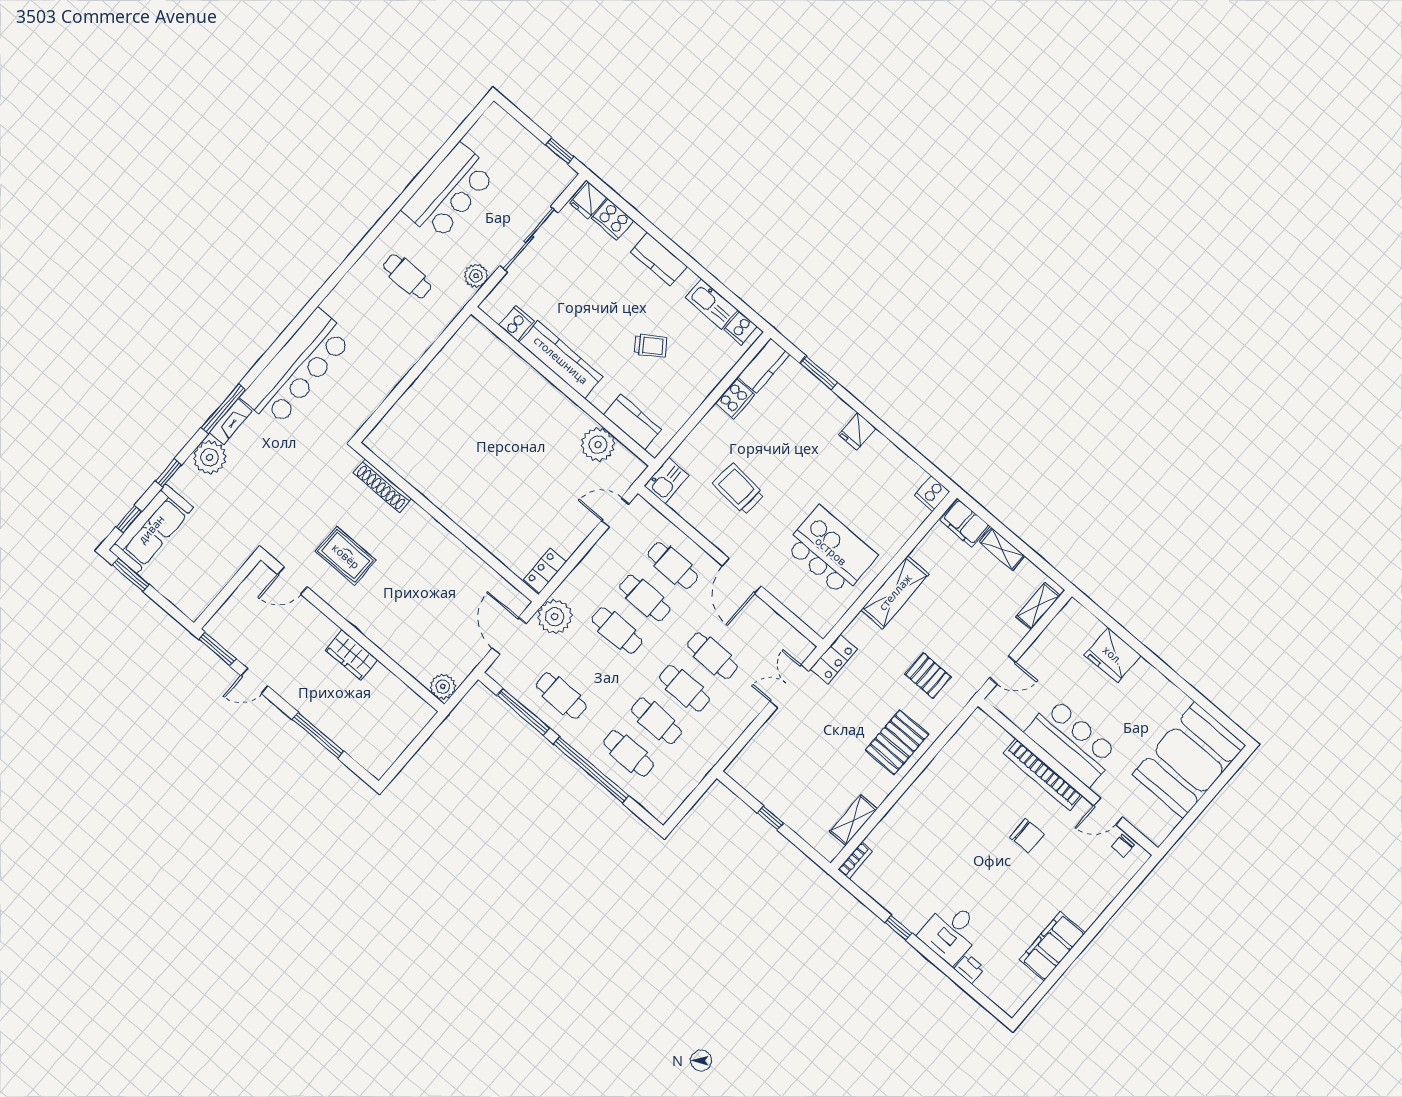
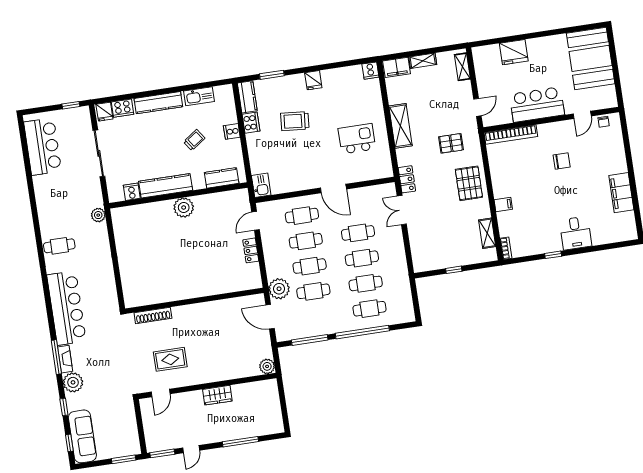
bar counter: (449, 192) -> (43, 147), moved
kitchen counter: (659, 259) -> (158, 103), width x1.50
cafe table: (407, 276) -> (59, 246), moved
plant: (476, 276) -> (98, 215), moved
cooker: (740, 328) -> (232, 131), moved, turned 90
plant: (598, 445) -> (184, 207), moved
trolley: (739, 489) -> (295, 121), moved
kitchen island: (831, 551) -> (357, 139), width x0.73, depth x0.78
locker: (545, 571) -> (251, 250), moved
window: (131, 575) -> (124, 459), moved
cafe table: (561, 696) -> (313, 291), moved
bookcase: (1043, 775) -> (511, 135), moved
filing cabinet: (908, 809) -> (503, 204), added
printer: (969, 968) -> (599, 239), removed

